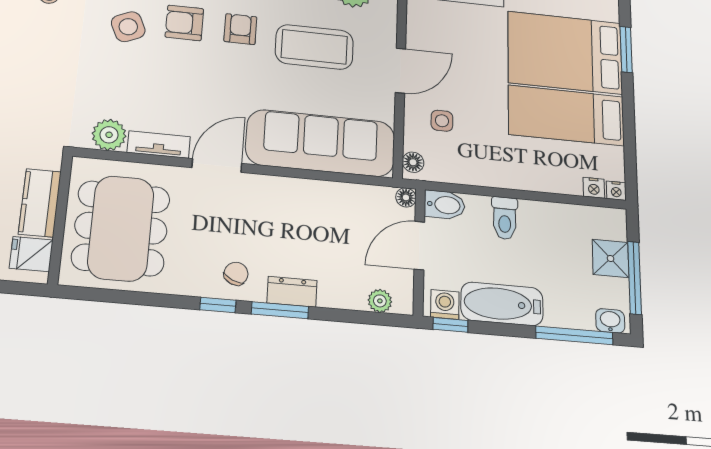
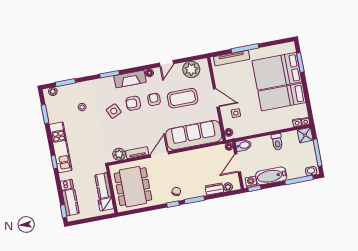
door: (400, 71) -> (216, 98), hinge flipped
toilet: (505, 218) -> (277, 142), moved
shower: (611, 258) -> (305, 135), moved
dresser: (292, 292) -> (214, 189), moved

